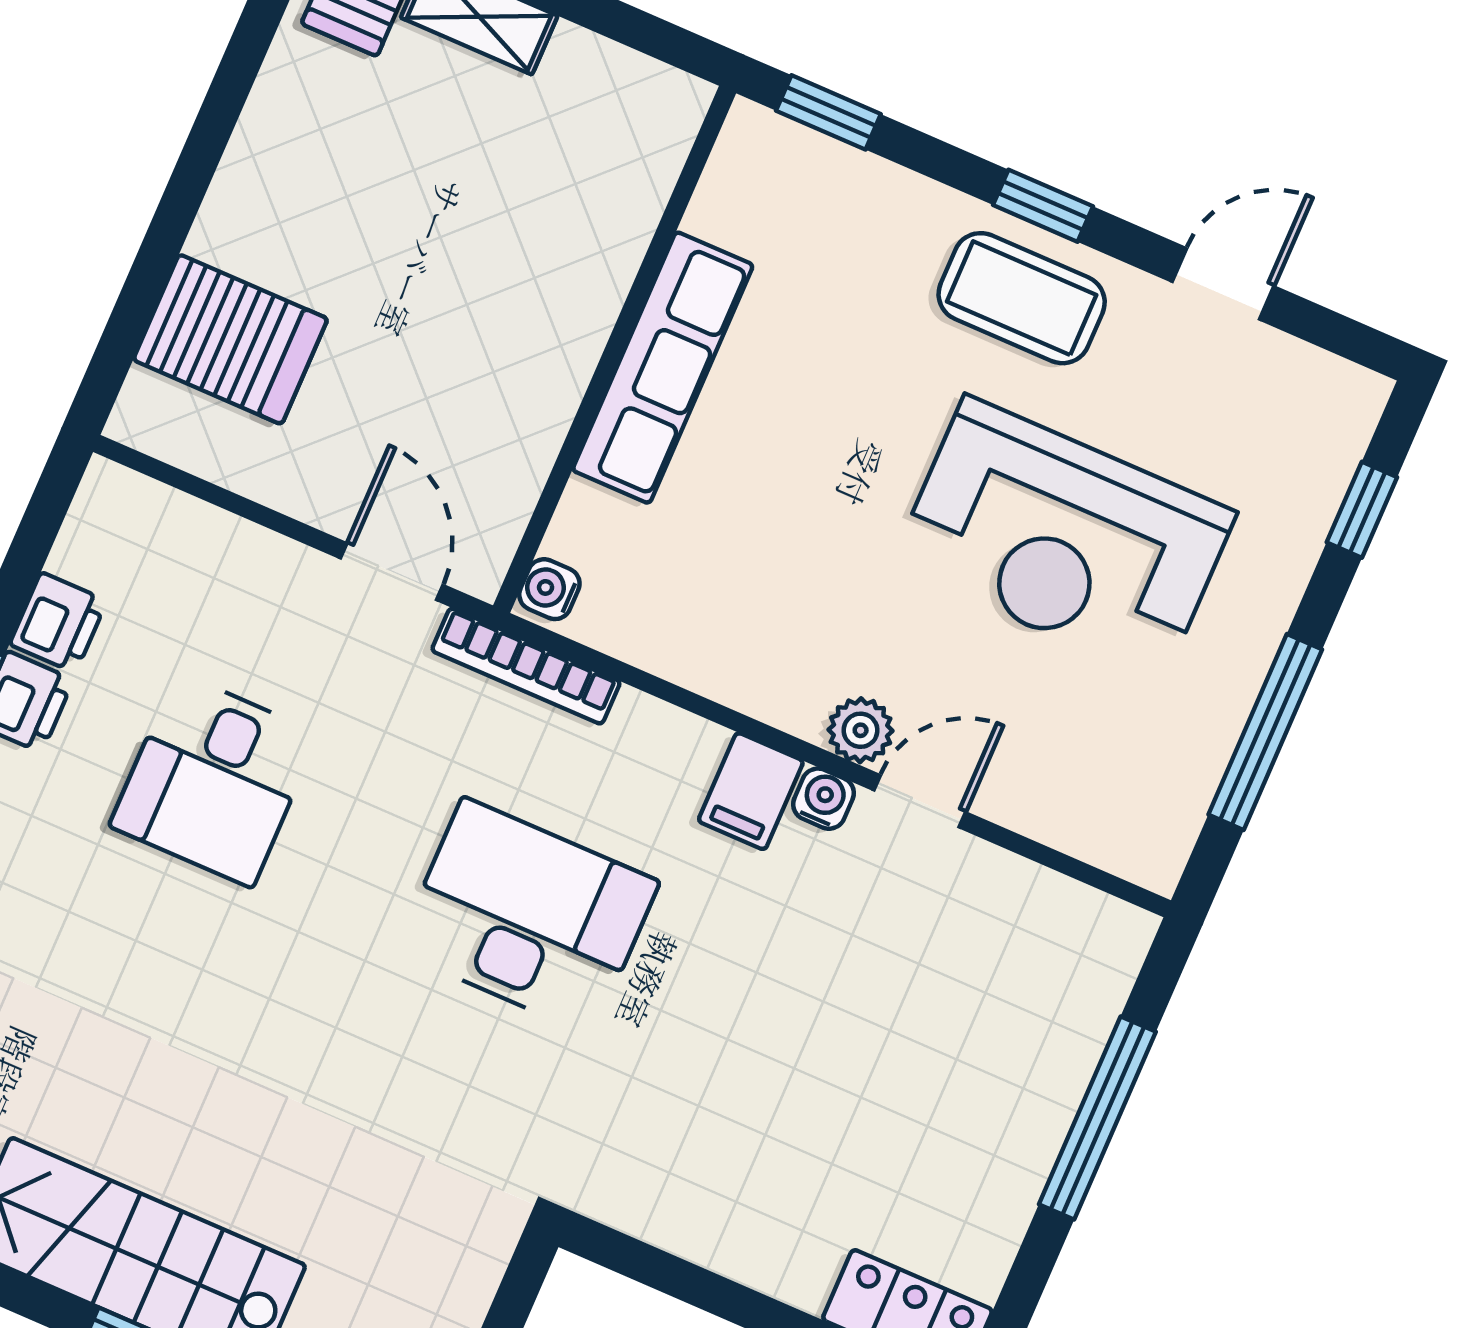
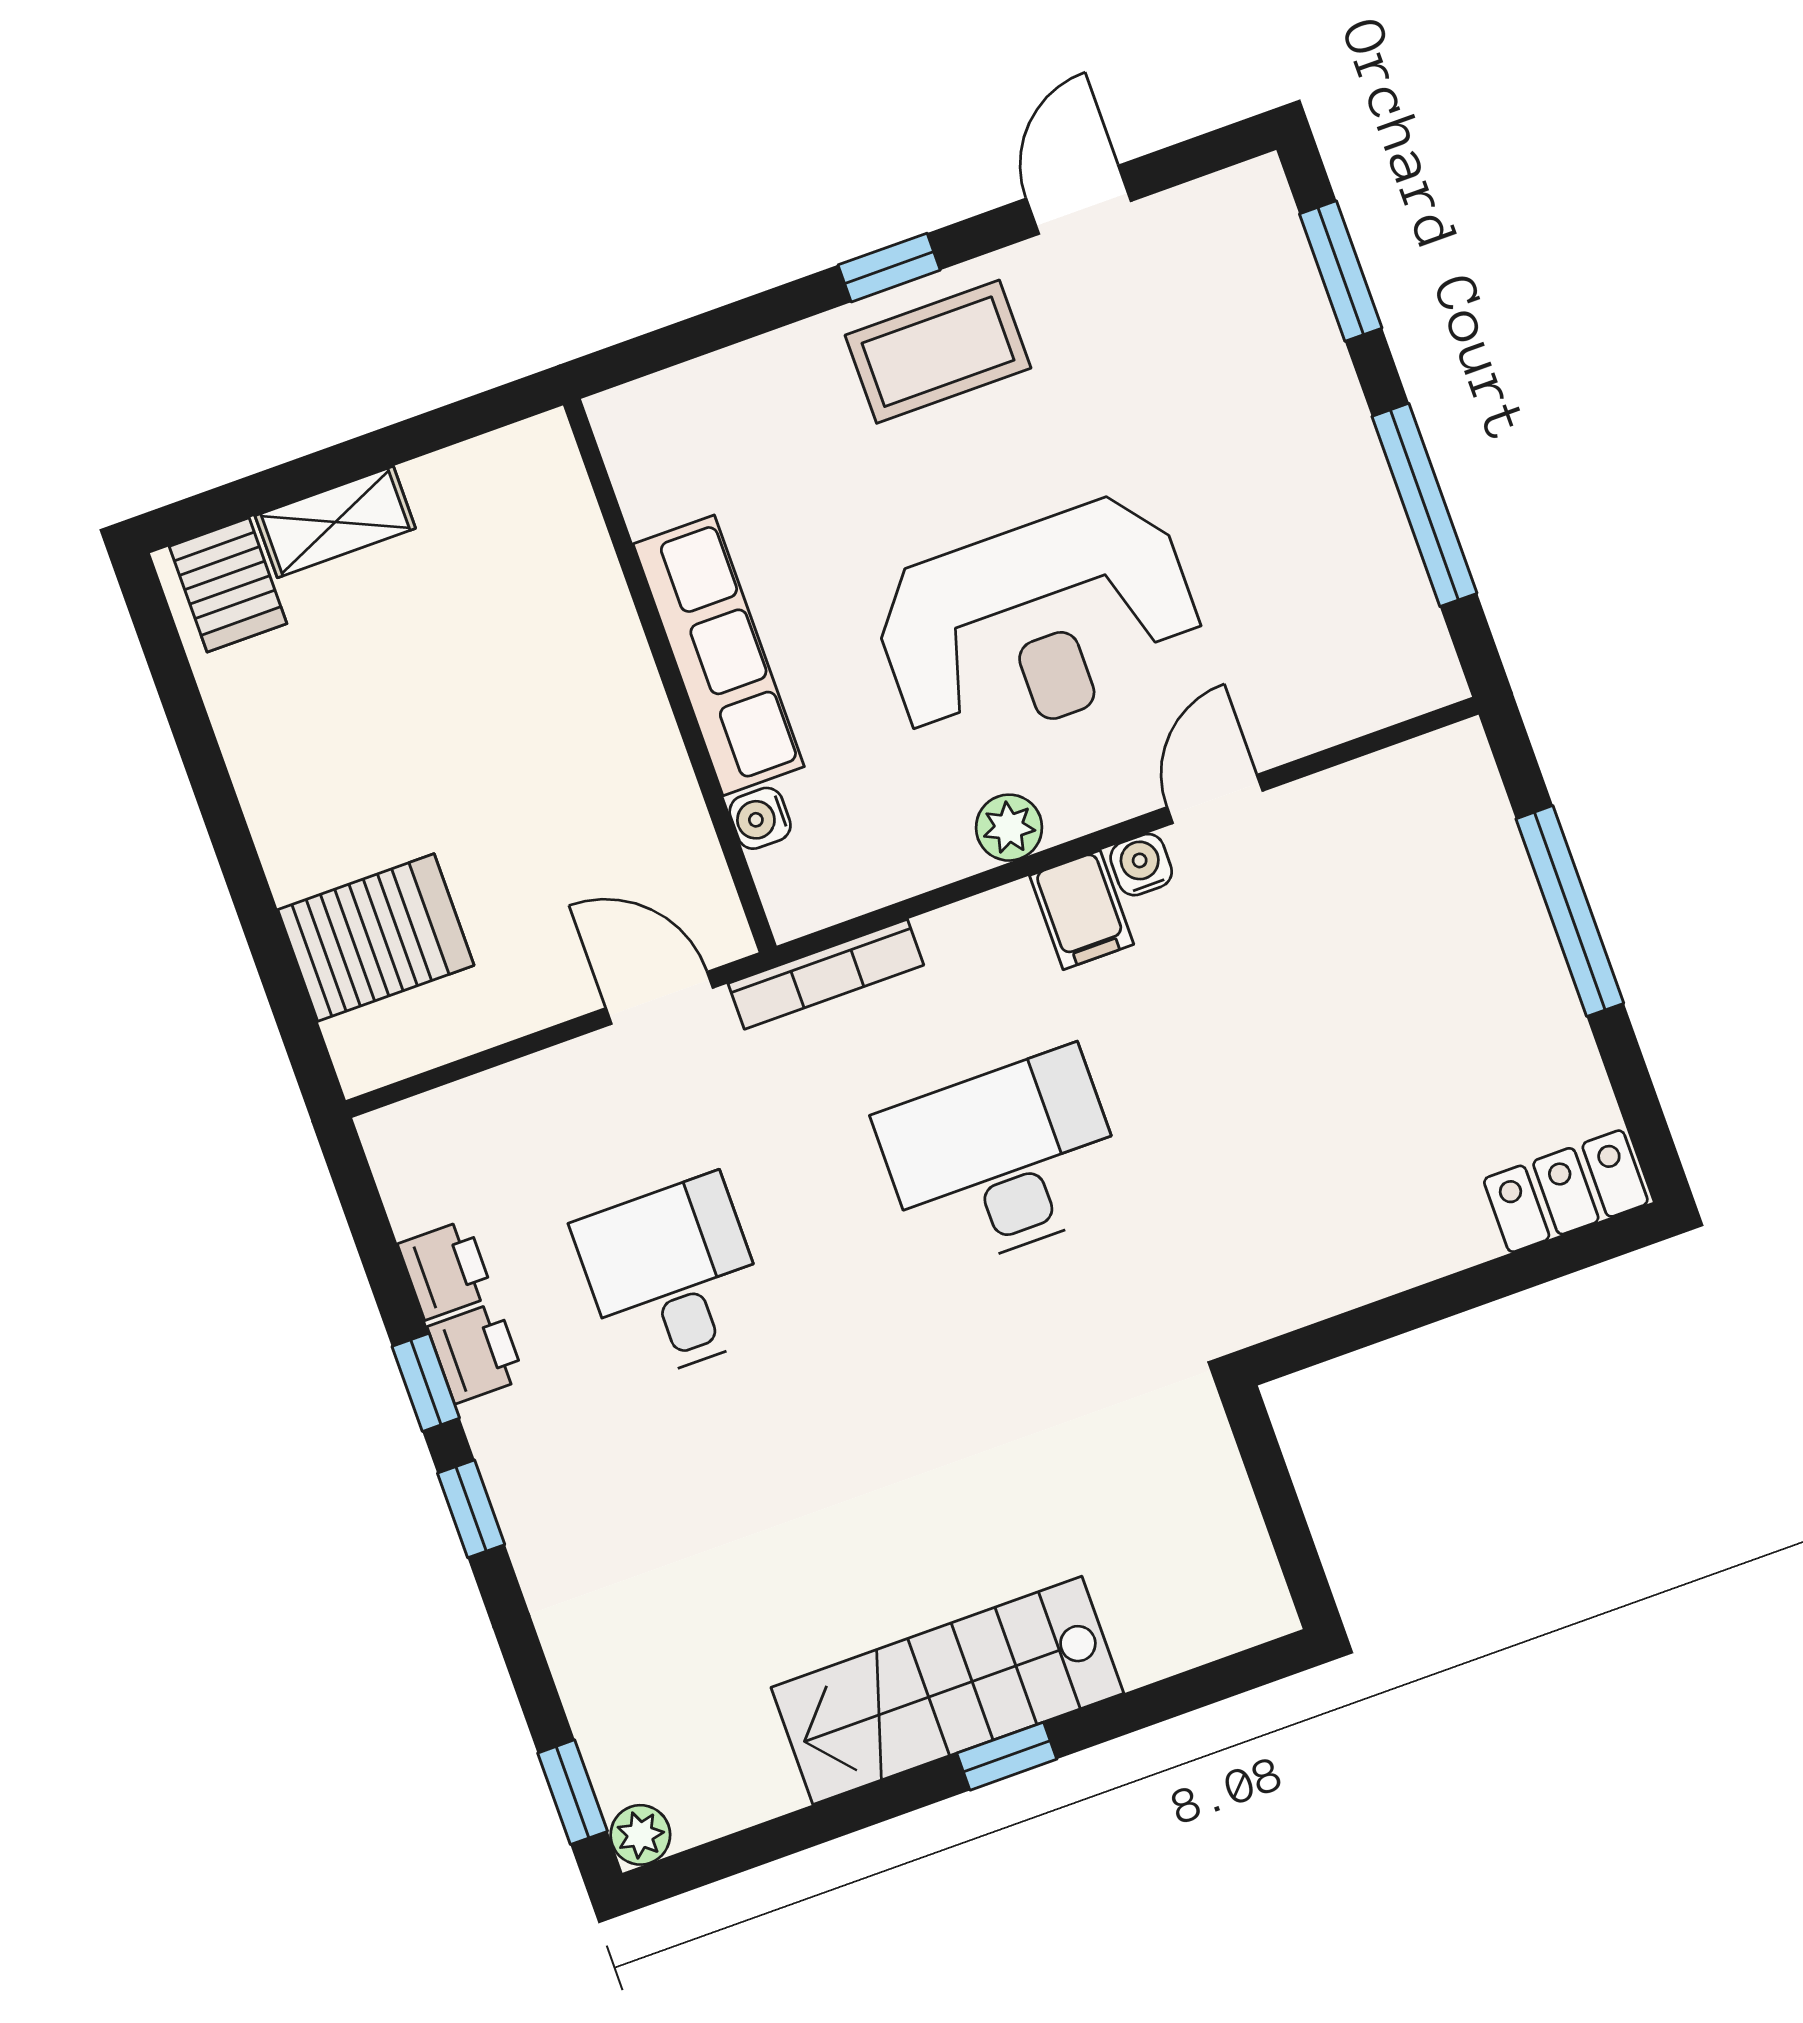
window: (828, 112) -> (663, 348), removed
window: (1362, 510) -> (1341, 271), width x1.50
reception desk: (1064, 539) -> (1038, 623), moved
water cooler: (549, 589) -> (760, 818), moved
plant: (861, 730) -> (1009, 828), moved
desk: (214, 780) -> (673, 1278), turned 180

